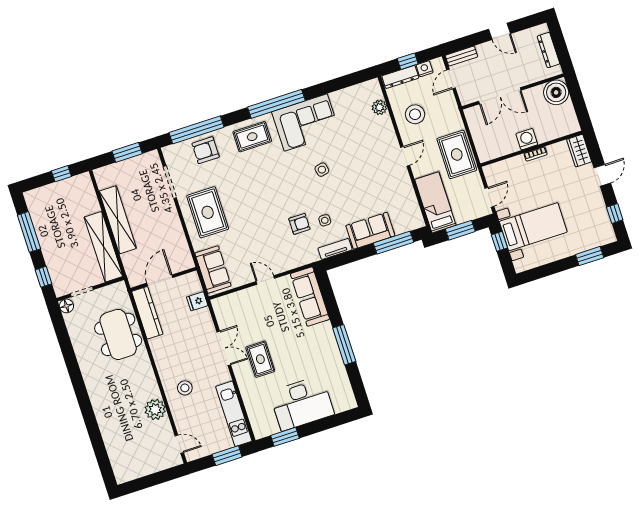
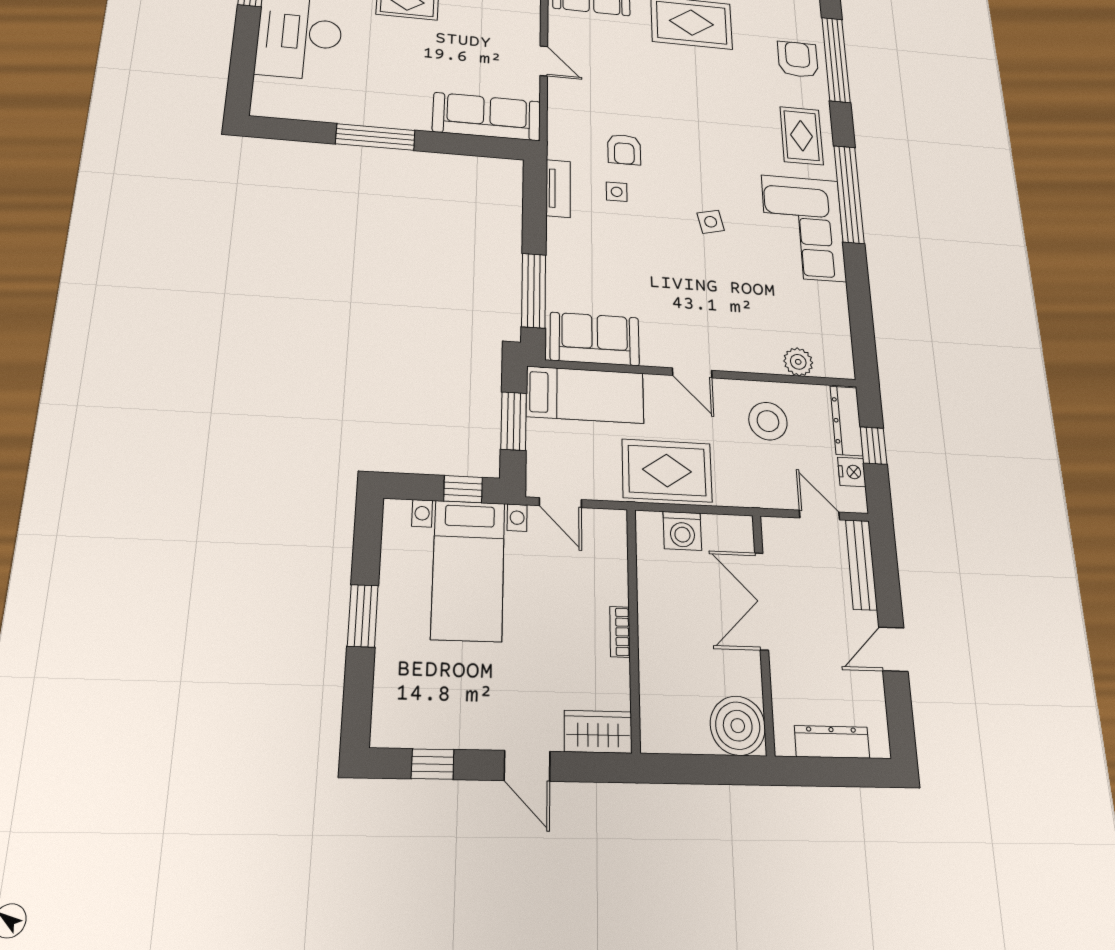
bench: (462, 56) -> (861, 565), width x1.36
washing machine: (527, 139) -> (682, 531), moved, turned 90
sofa: (370, 231) -> (595, 339), moved, turned -90
window: (590, 256) -> (363, 616), moved
door: (265, 280) -> (544, 61), hinge flipped

